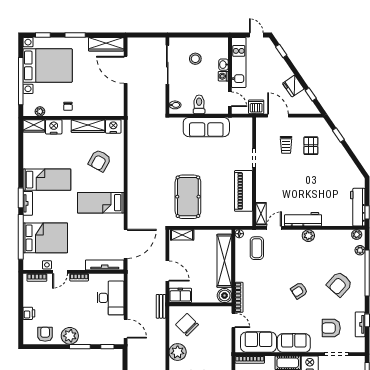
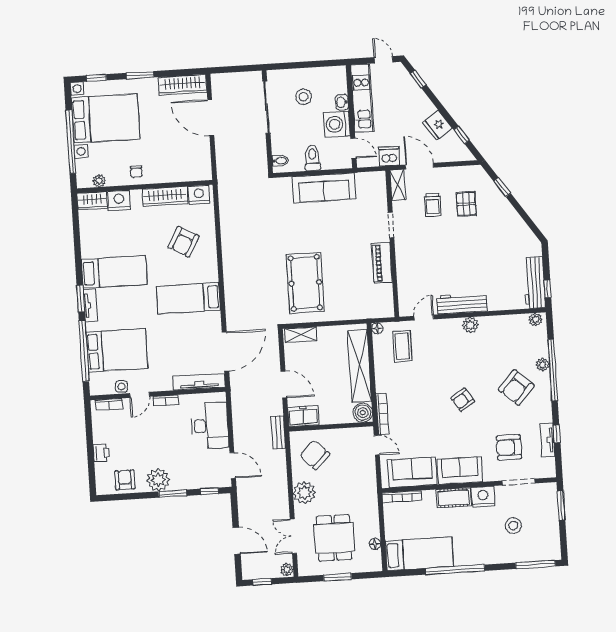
washing machine: (223, 76) -> (337, 124), width x1.89, depth x1.89
piano: (244, 191) -> (382, 263), width x0.73, depth x0.75
shelving: (261, 214) -> (398, 185), moved
plant: (360, 250) -> (543, 365), moved

